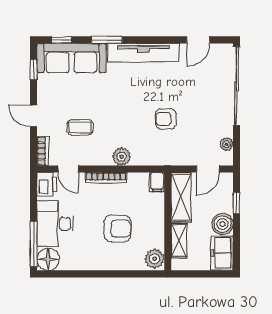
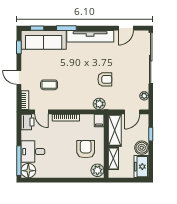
armchair: (166, 119) -> (105, 79), turned 180
plant: (122, 157) -> (99, 104), moved
desk: (55, 224) -> (33, 152), width x0.73
armchair: (118, 229) -> (86, 149), moved, turned -90

